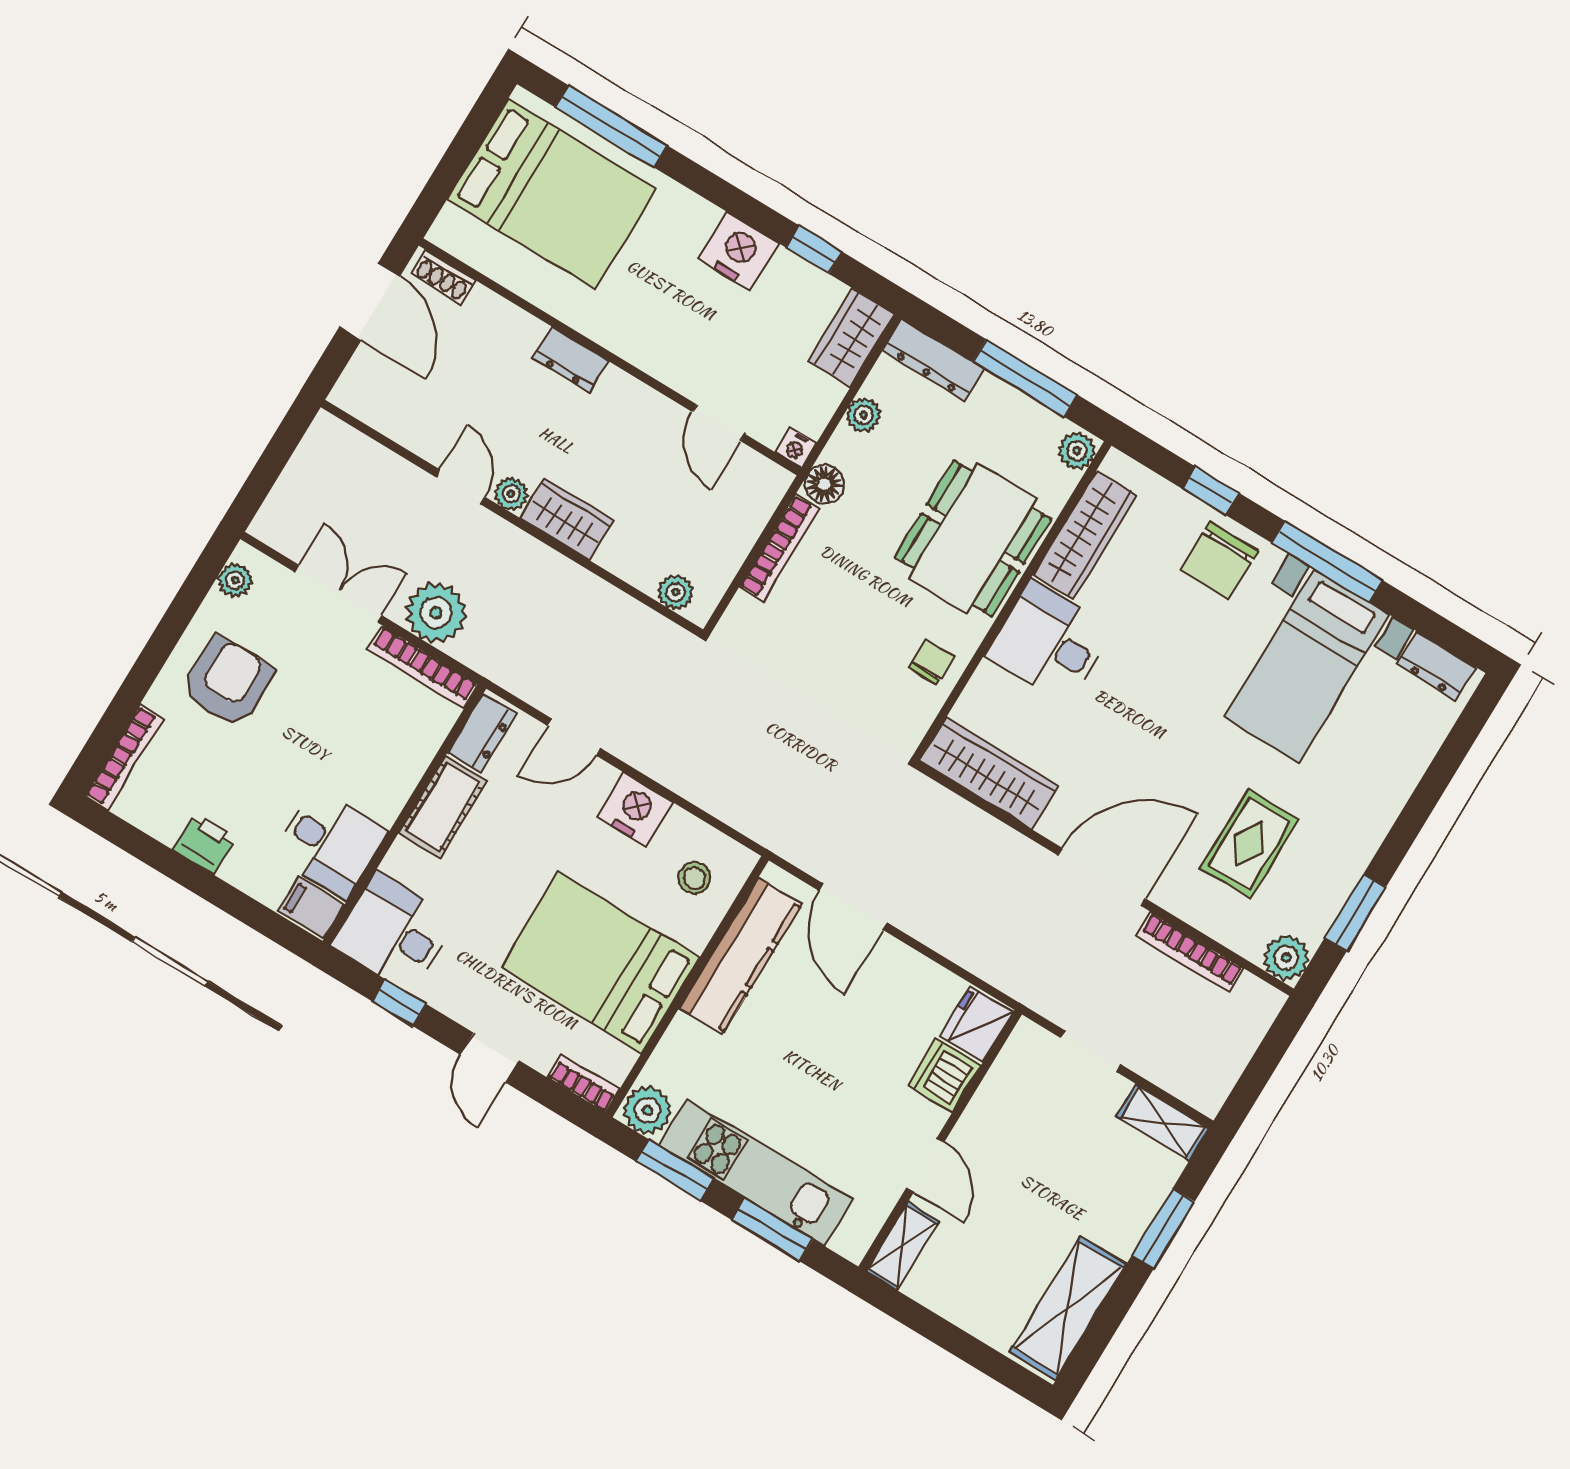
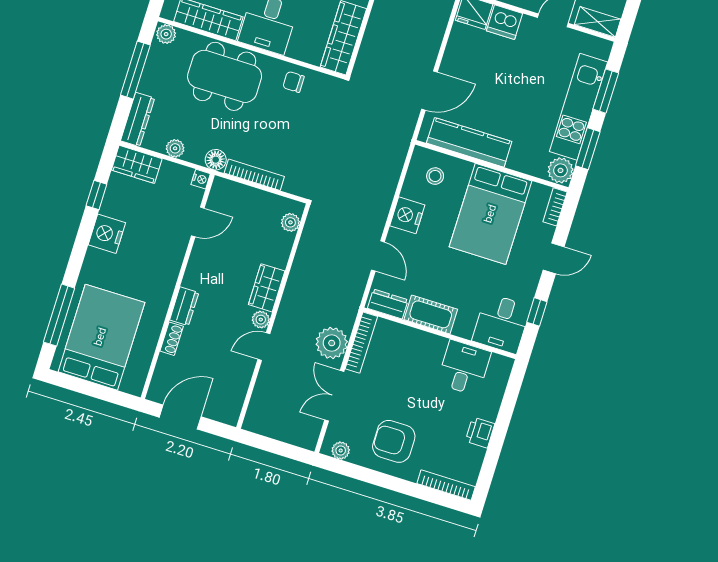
shoe rack: (443, 277) -> (172, 339), moved
filing cabinet: (311, 908) -> (499, 369), removed

